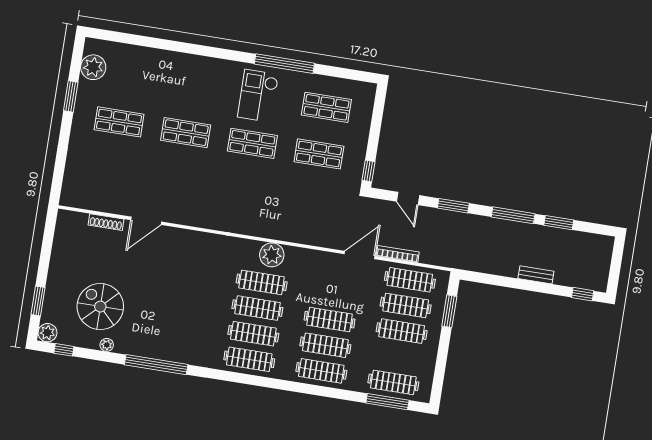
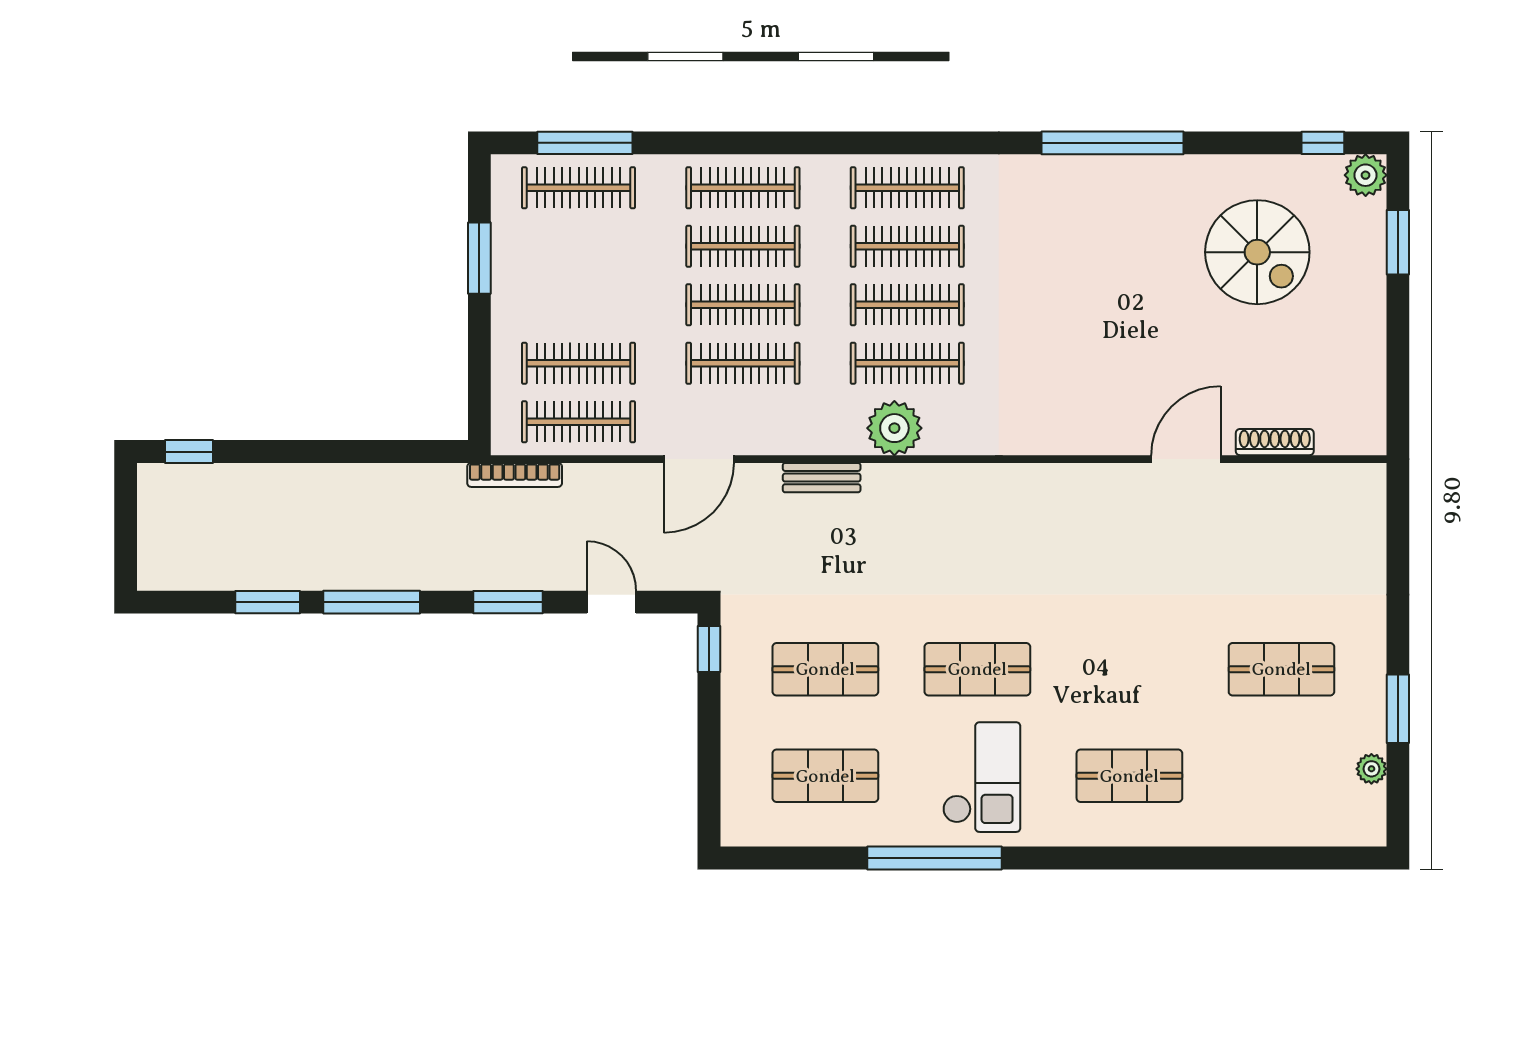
plant: (93, 67) -> (1371, 769), width x0.53, depth x0.53
shop shelf: (186, 133) -> (1129, 776), moved
bookcase: (398, 254) -> (515, 475), moved
bench: (536, 275) -> (822, 478), moved
window: (449, 311) -> (479, 258), moved
clothes rail: (402, 331) -> (743, 363), moved
plant: (107, 345) -> (1229, 169), removed

